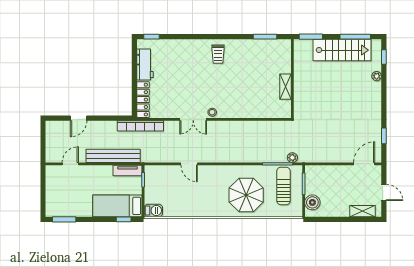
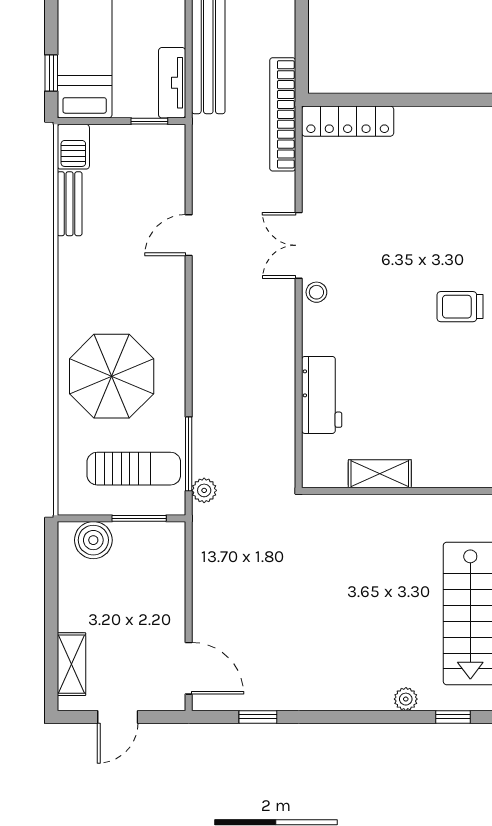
workbench: (145, 64) -> (322, 395), moved, turned -90
bench: (176, 212) -> (70, 204), added

